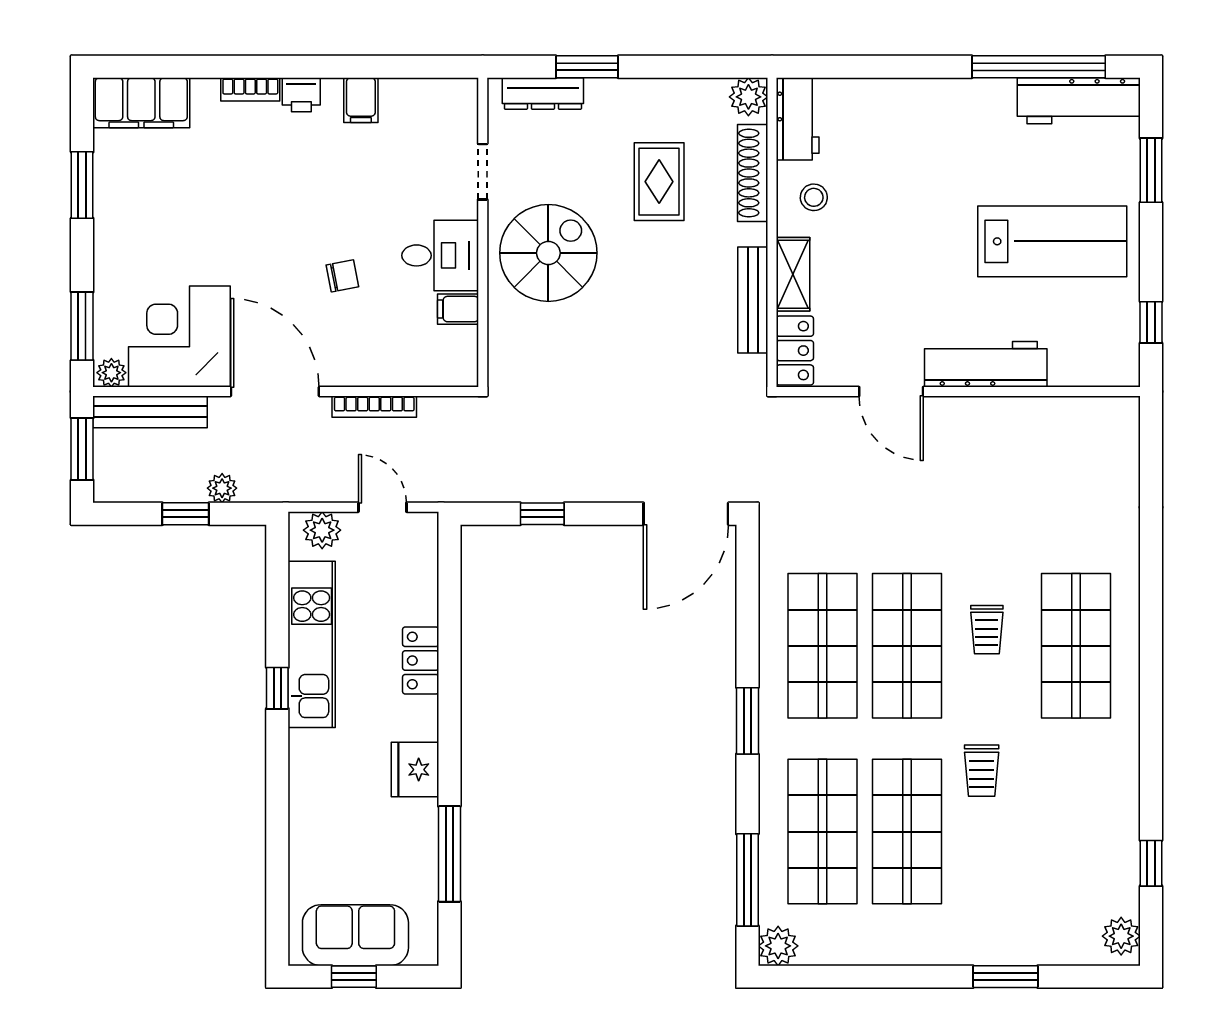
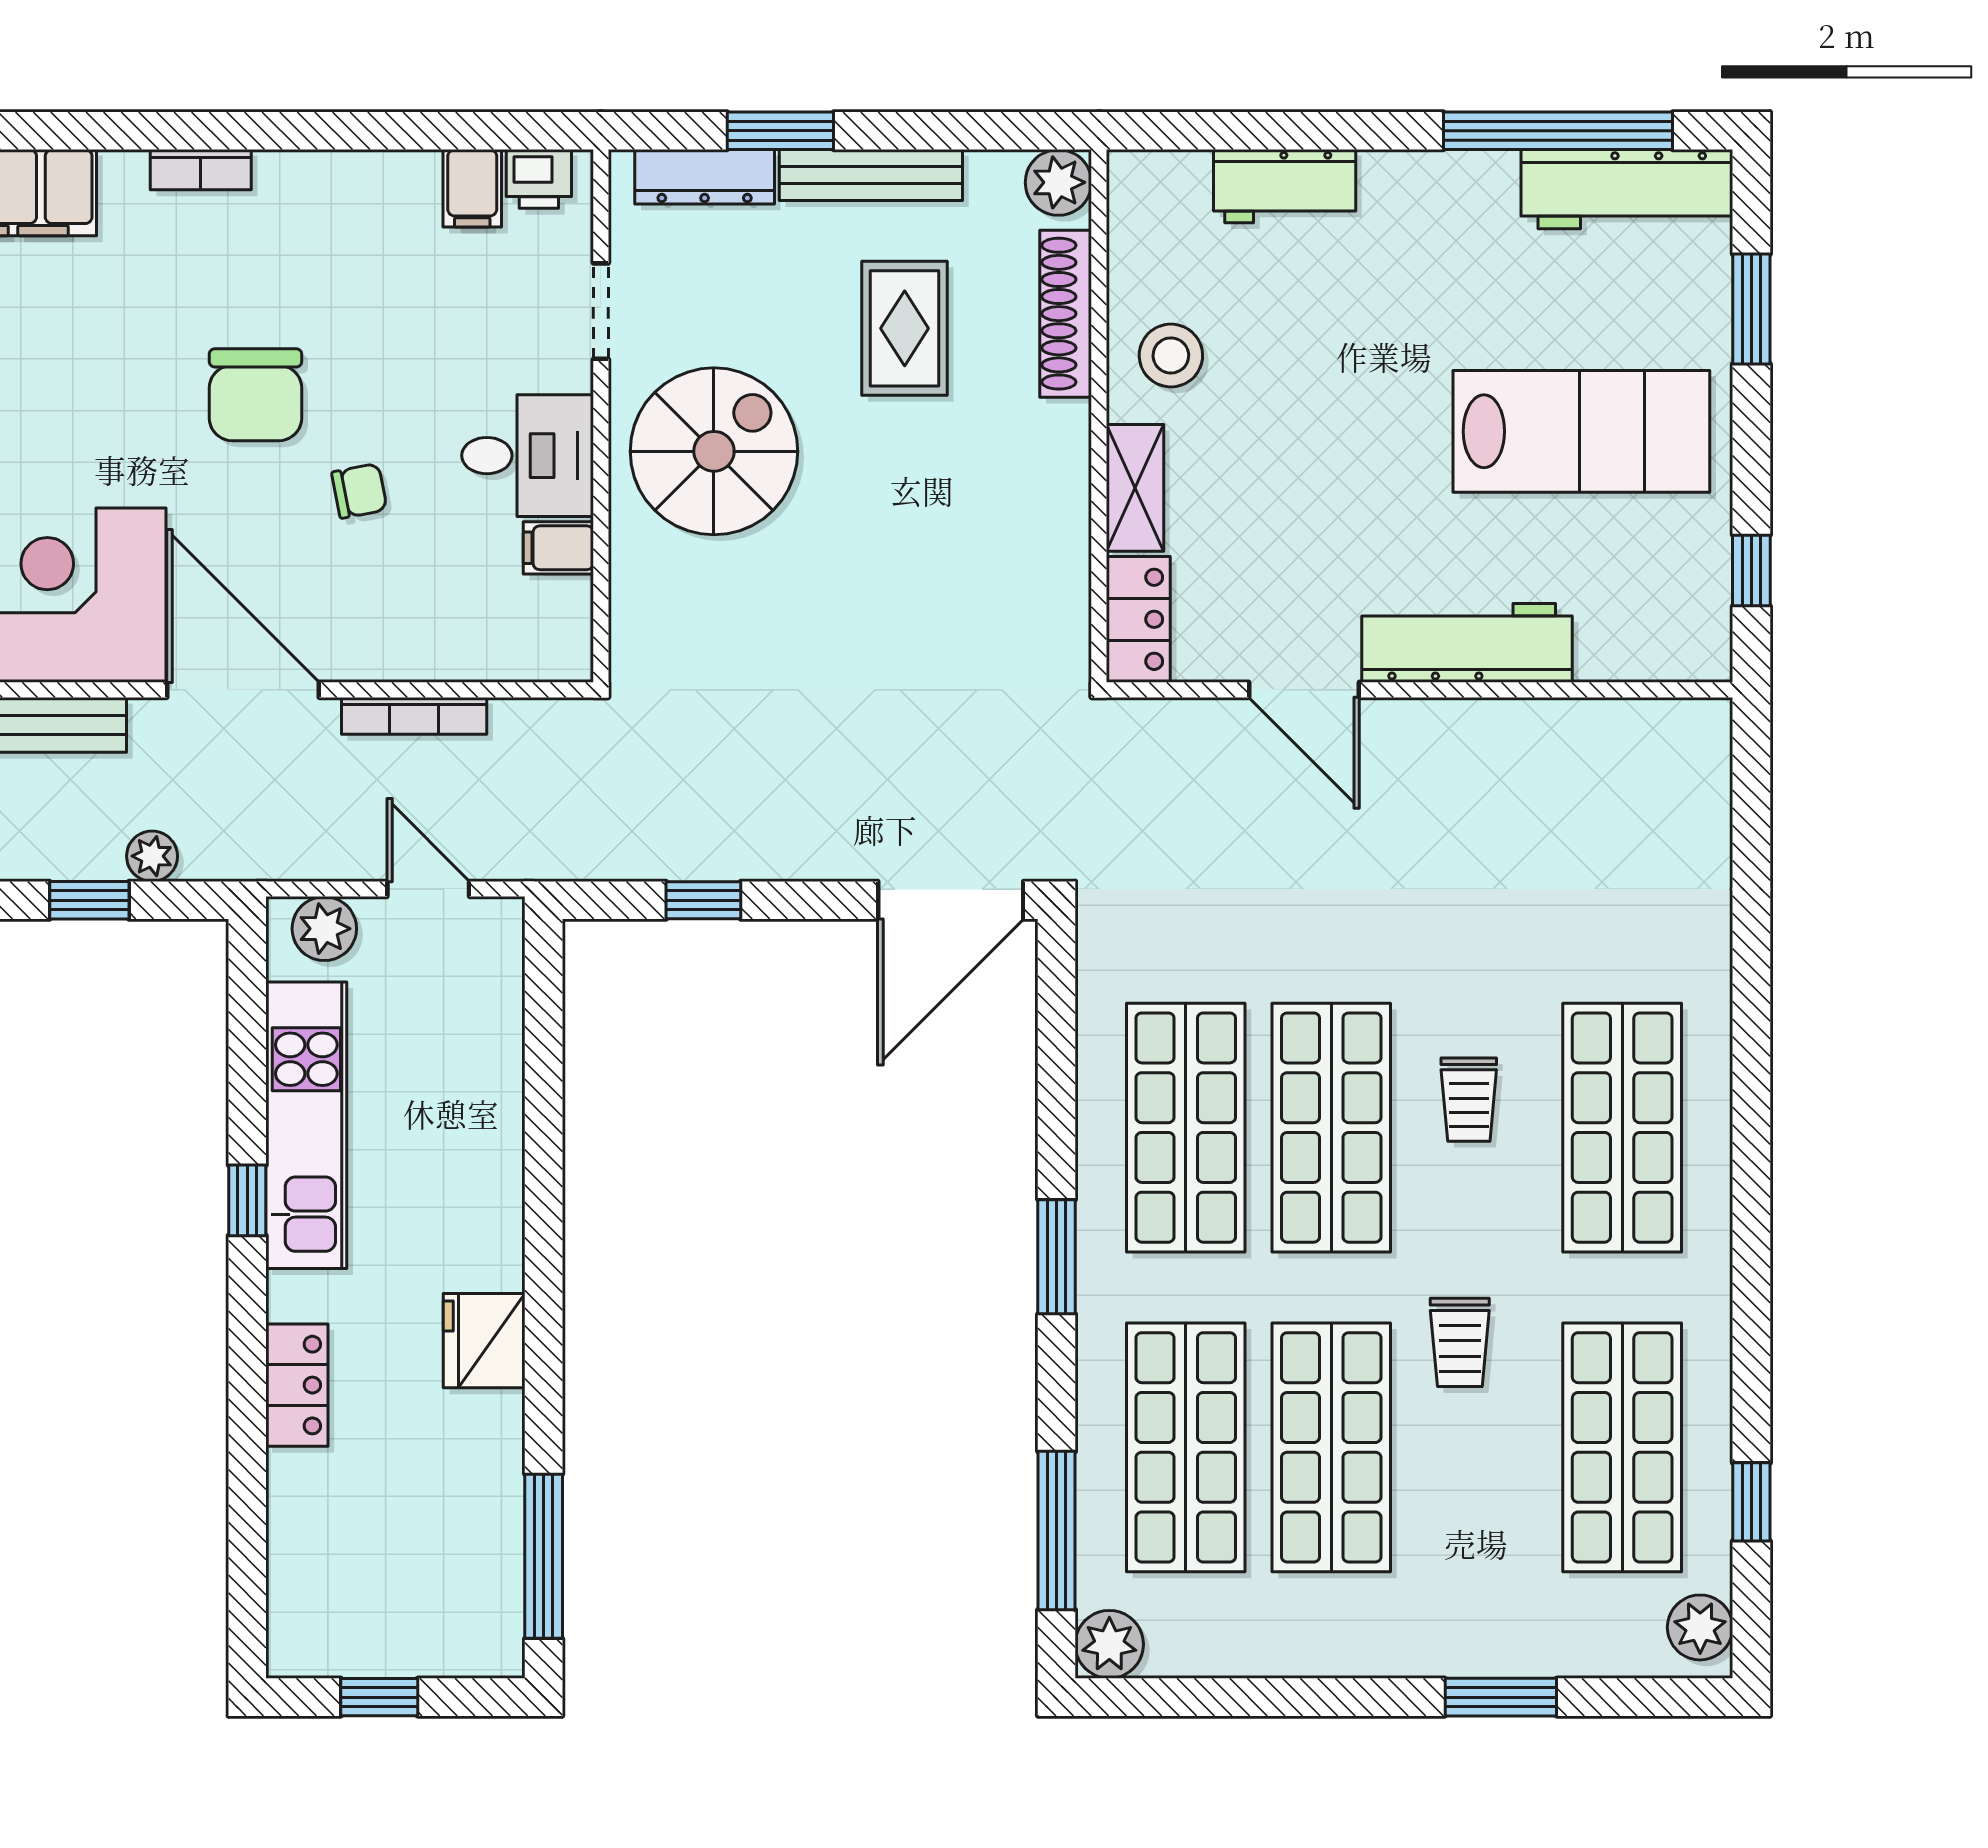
printer: (301, 95) -> (539, 179), moved
filing cabinet: (361, 100) -> (472, 188), moved
workbench: (798, 119) -> (1285, 186), moved, turned 90
stool: (814, 197) -> (1171, 355), width x1.37, depth x1.37
chair: (282, 220) -> (255, 395), added
bench: (753, 300) -> (871, 175), moved, turned 90
locker: (421, 661) -> (297, 1385), moved, turned 180
shop shelf: (1076, 832) -> (1622, 1447), added
window: (449, 854) -> (544, 1556), moved
sofa: (355, 935) -> (382, 1626), removed

